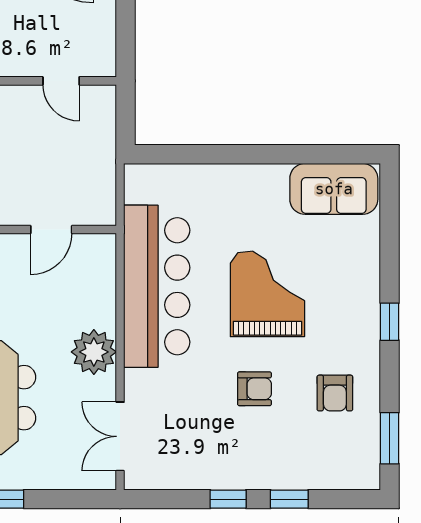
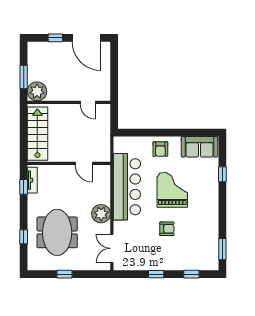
door: (51, 230) -> (84, 163), hinge flipped
window: (390, 322) -> (222, 174), moved
armchair: (335, 393) -> (160, 149), moved
window: (289, 499) -> (191, 274), moved

